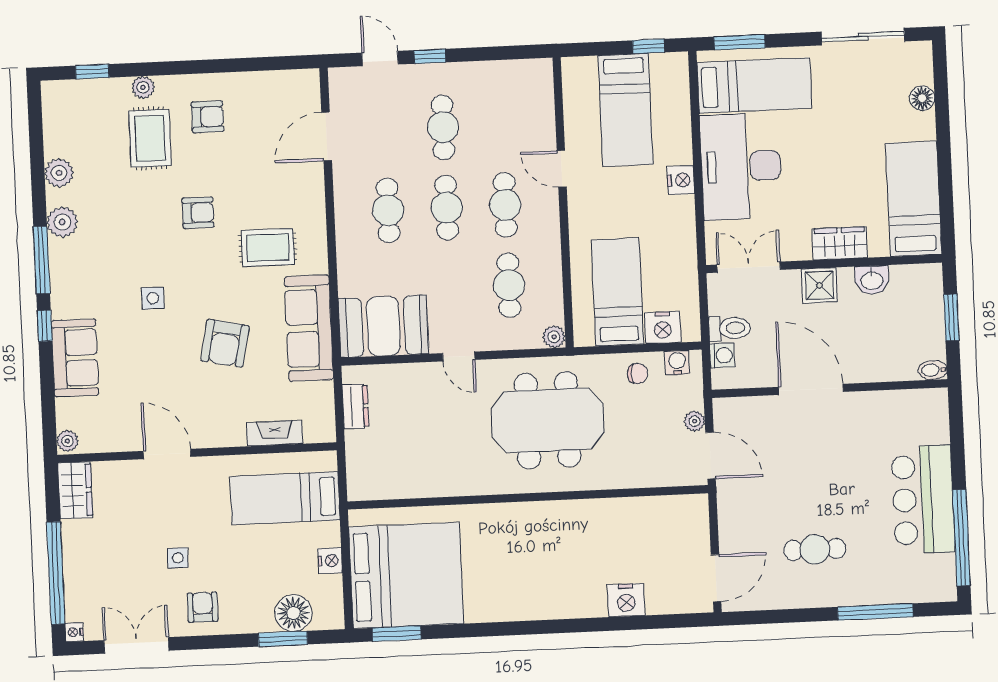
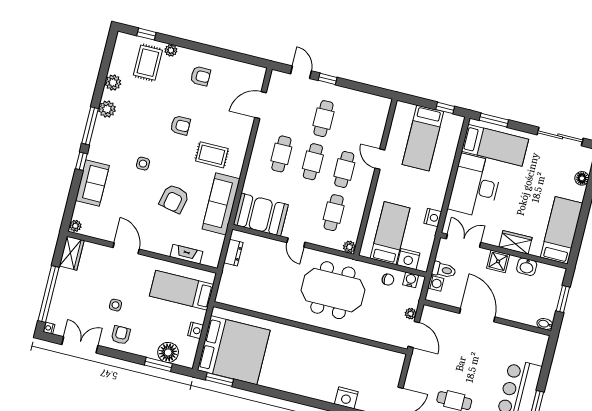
rug: (150, 138) -> (148, 63), moved
nightstand: (681, 180) -> (433, 217), moved

